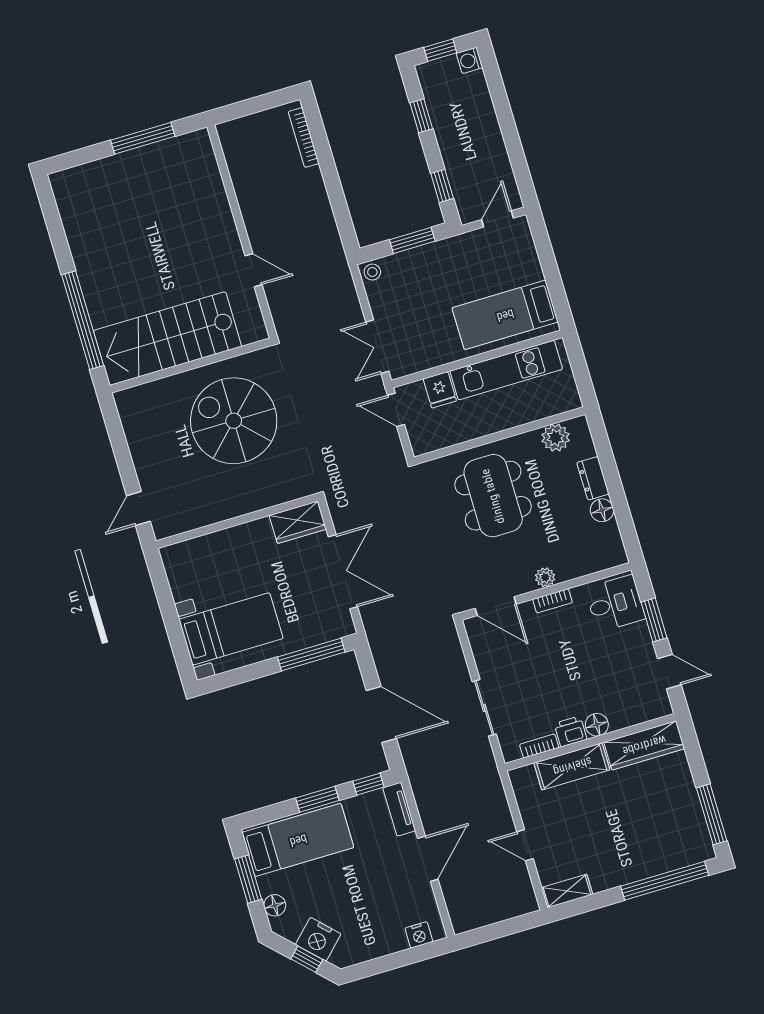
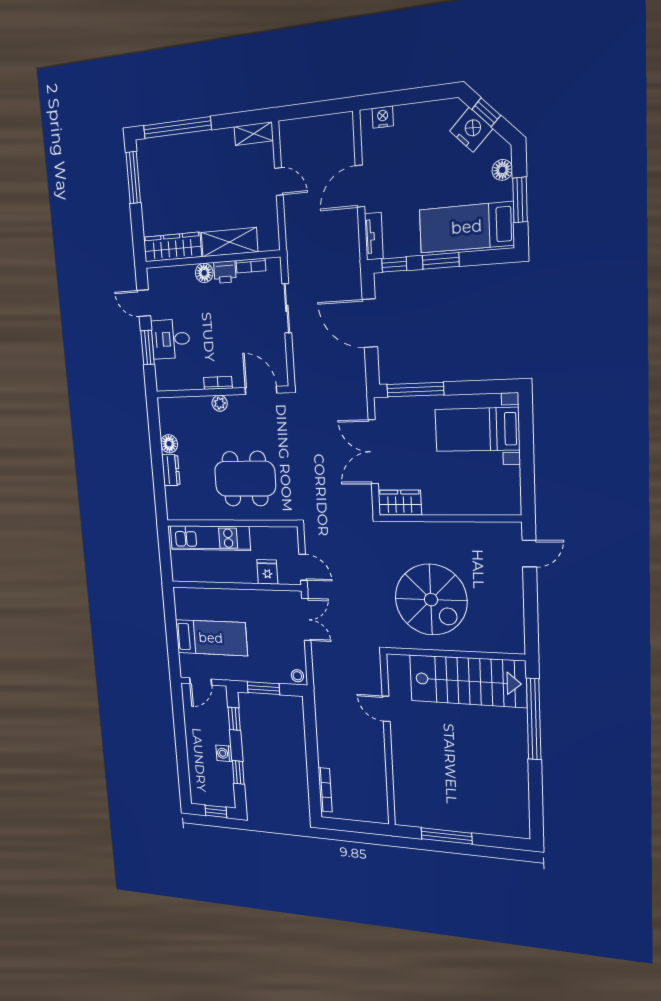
washing machine: (469, 60) -> (224, 753), moved, turned 180
bed: (505, 315) -> (211, 638), moved
kitchen unit: (506, 370) -> (210, 538), moved, turned 180
plant: (556, 438) -> (191, 509), removed
dining table: (493, 496) -> (245, 479), turned 90
desk: (615, 603) -> (171, 339), moved

